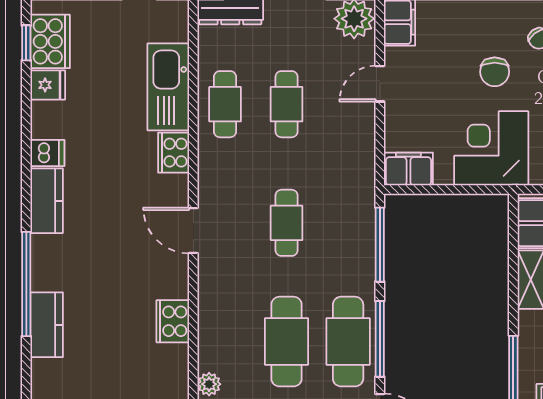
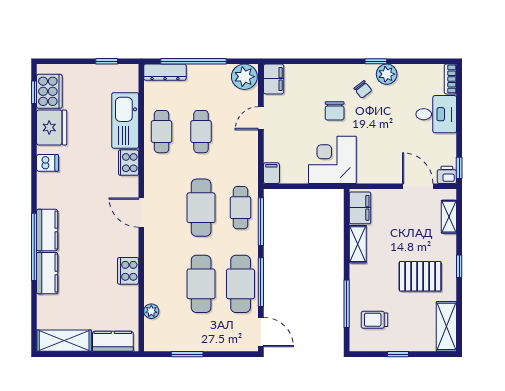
fridge: (48, 85) -> (52, 127), width x1.88, depth x1.34
filing cabinet: (408, 169) -> (271, 173), width x0.50
kitchen counter: (47, 201) -> (47, 230), moved
cafe table: (287, 223) -> (201, 208), width x1.37, depth x1.35
cafe table: (348, 223) -> (241, 208), added

